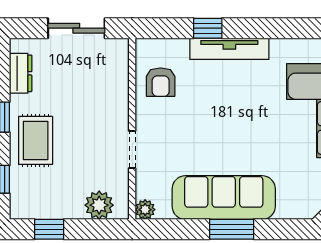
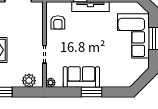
sofa: (224, 198) -> (81, 77), width x0.73

